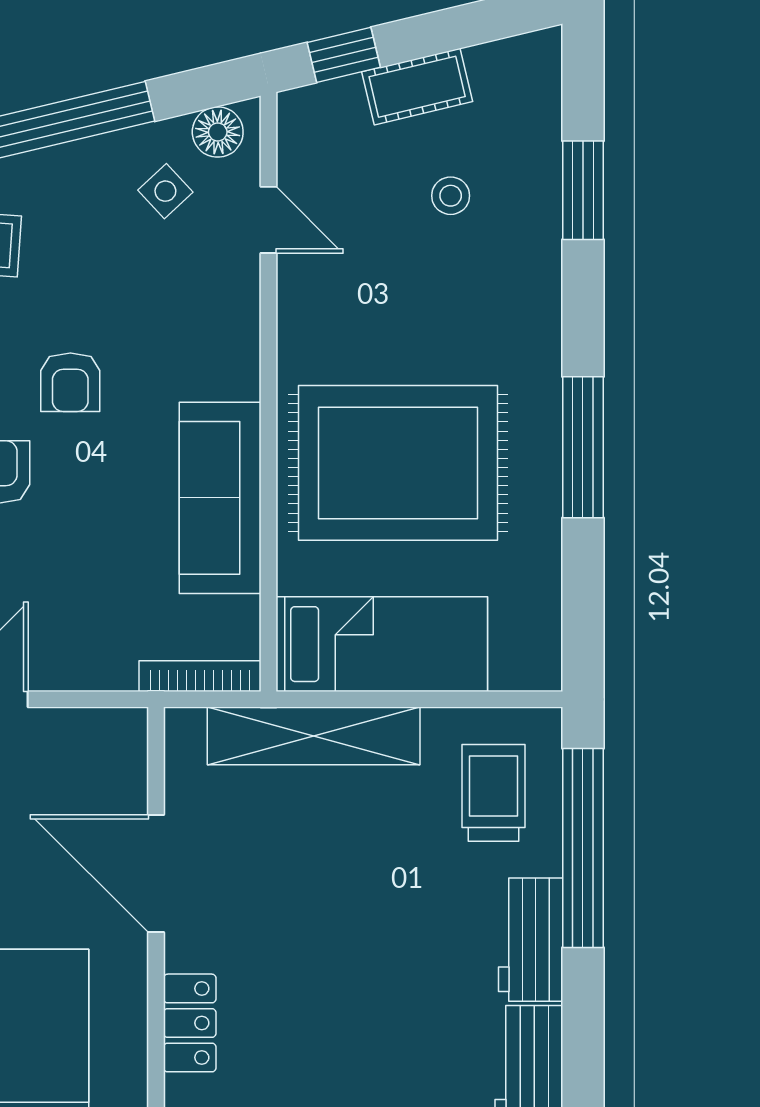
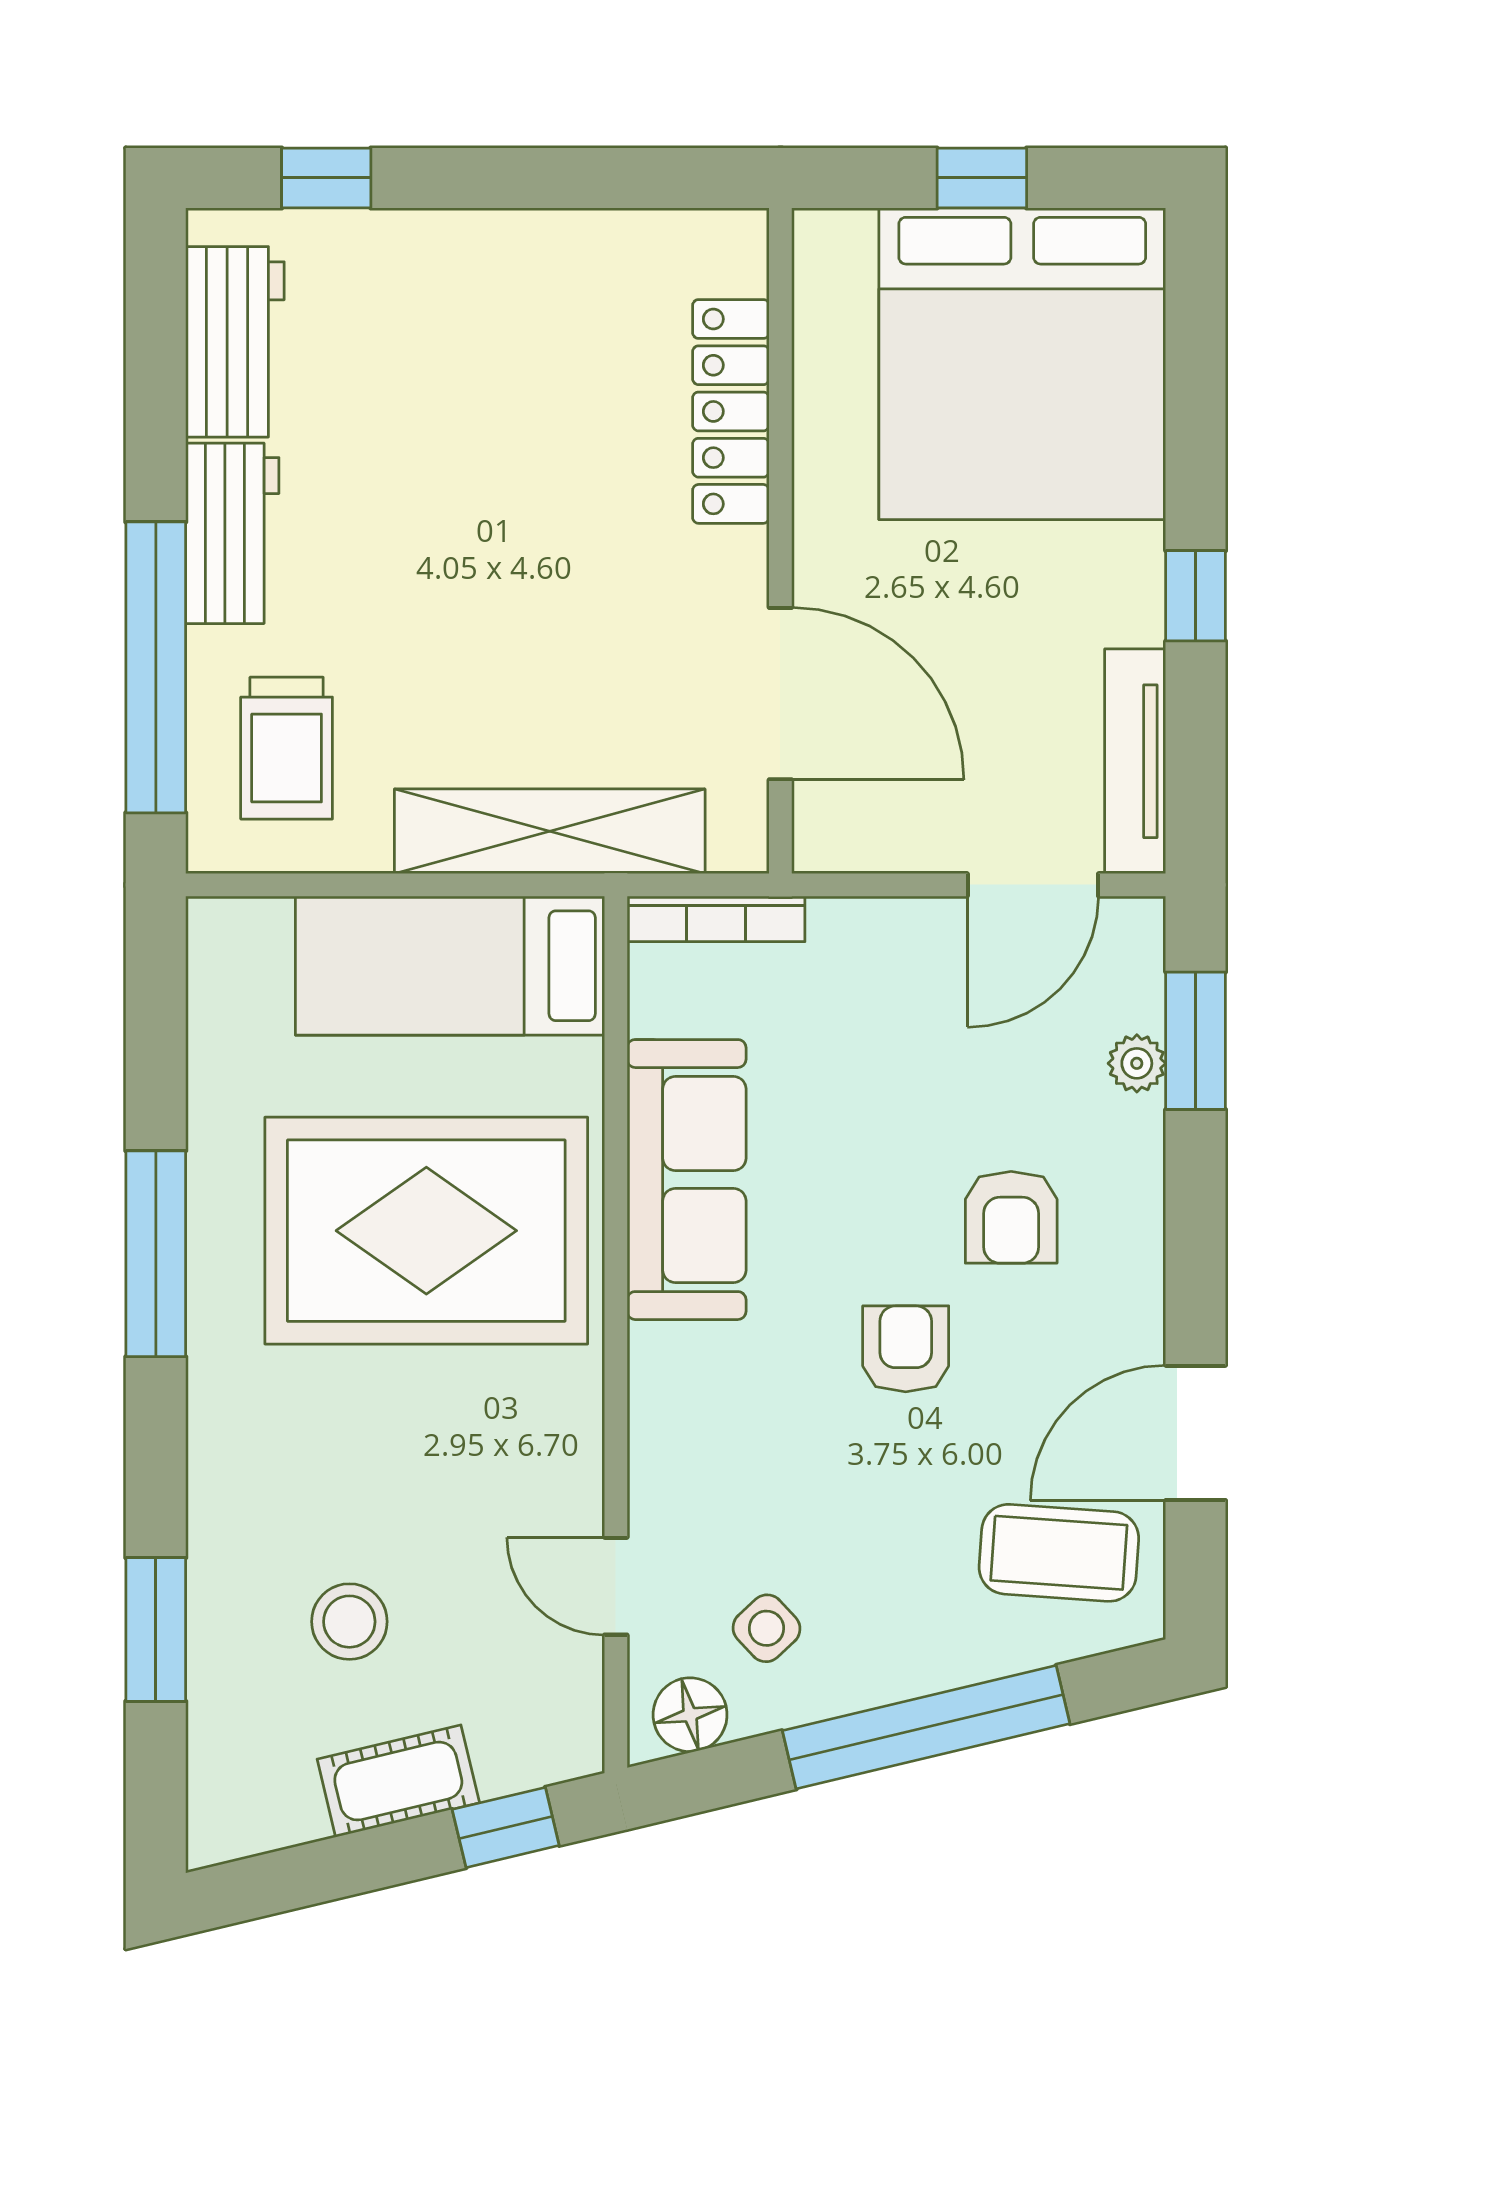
stool: (451, 196) -> (349, 1622), width x1.37, depth x1.37
door: (156, 874) -> (780, 694), moved
locker: (190, 1023) -> (731, 411), width x1.53

